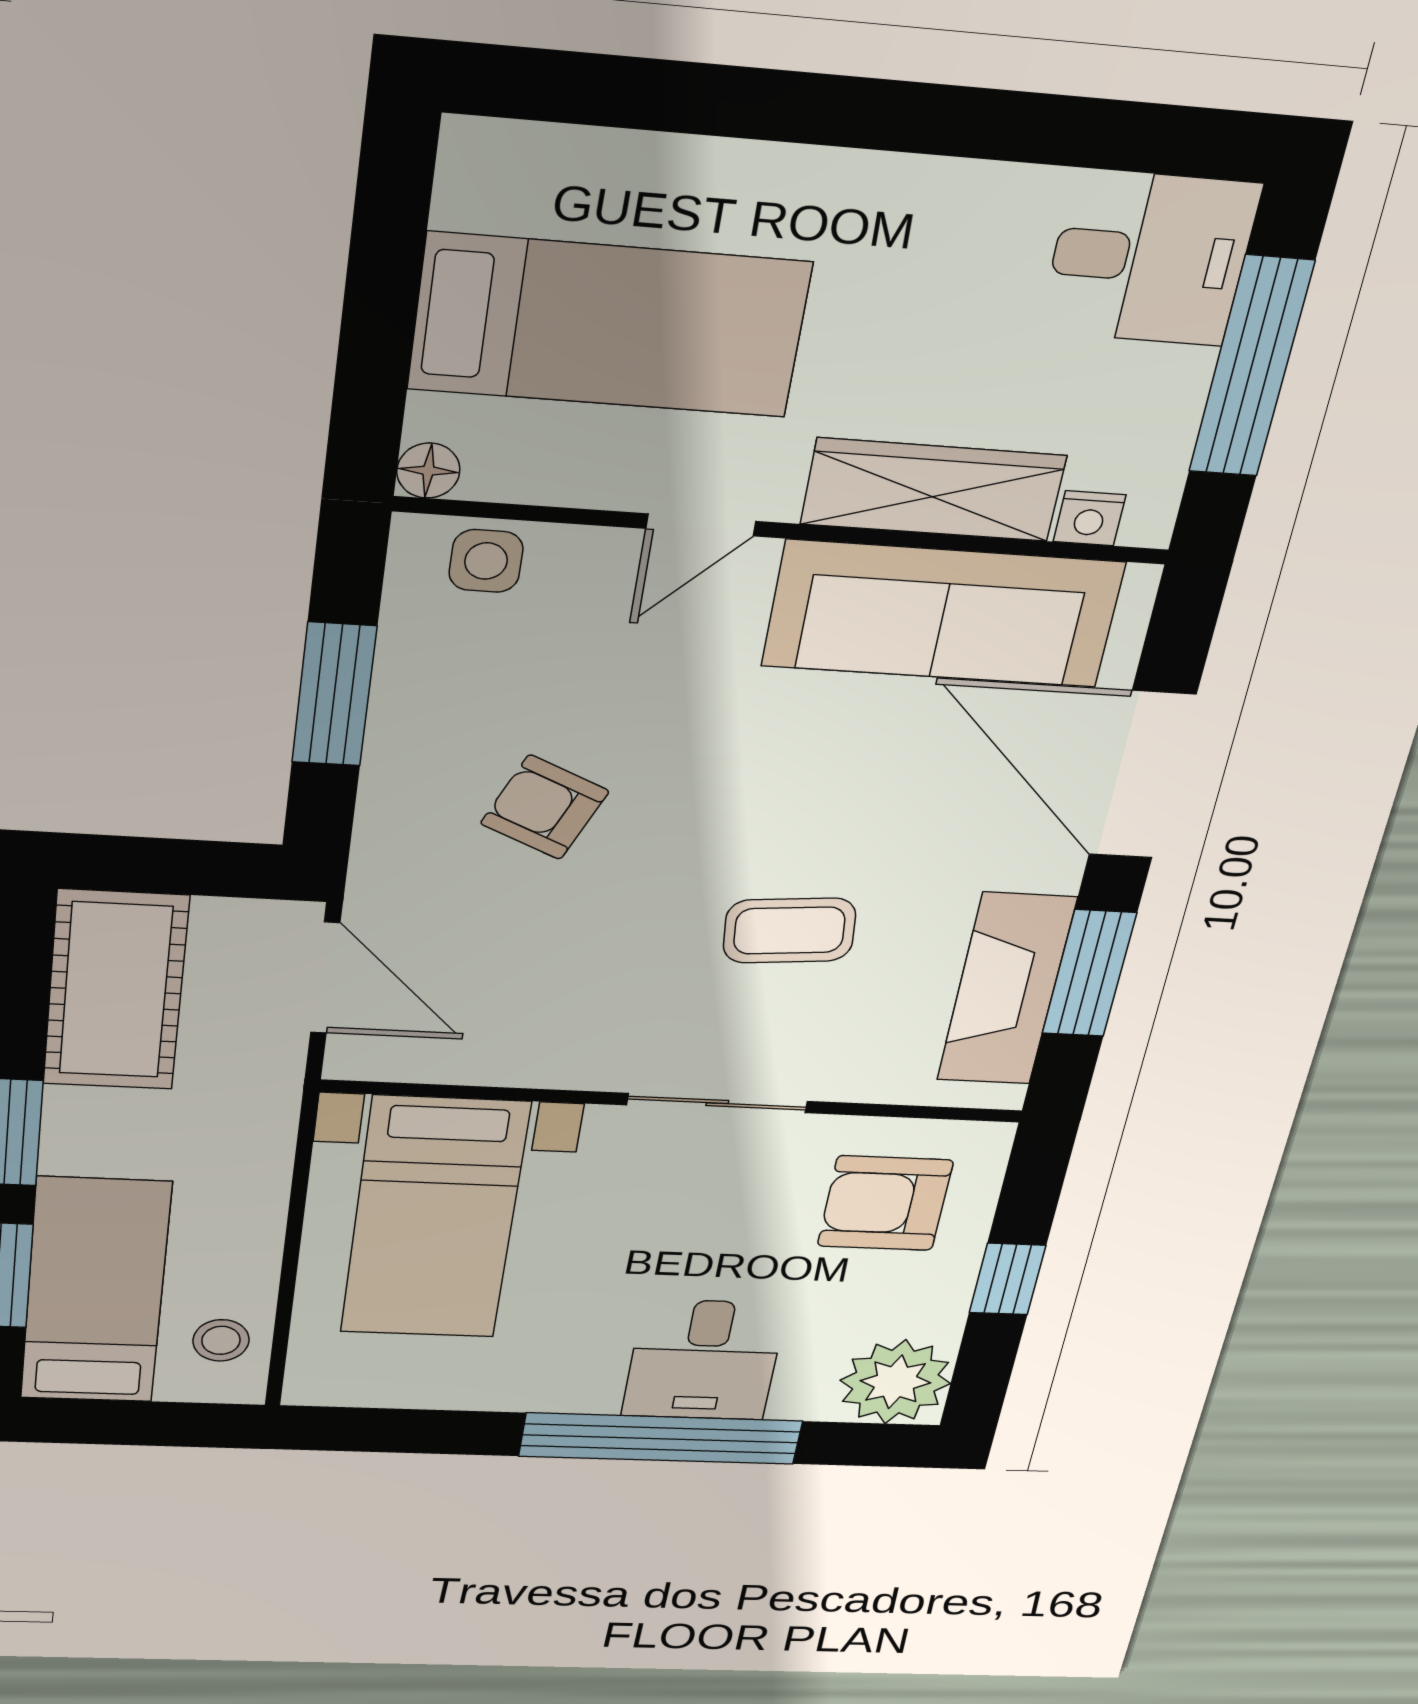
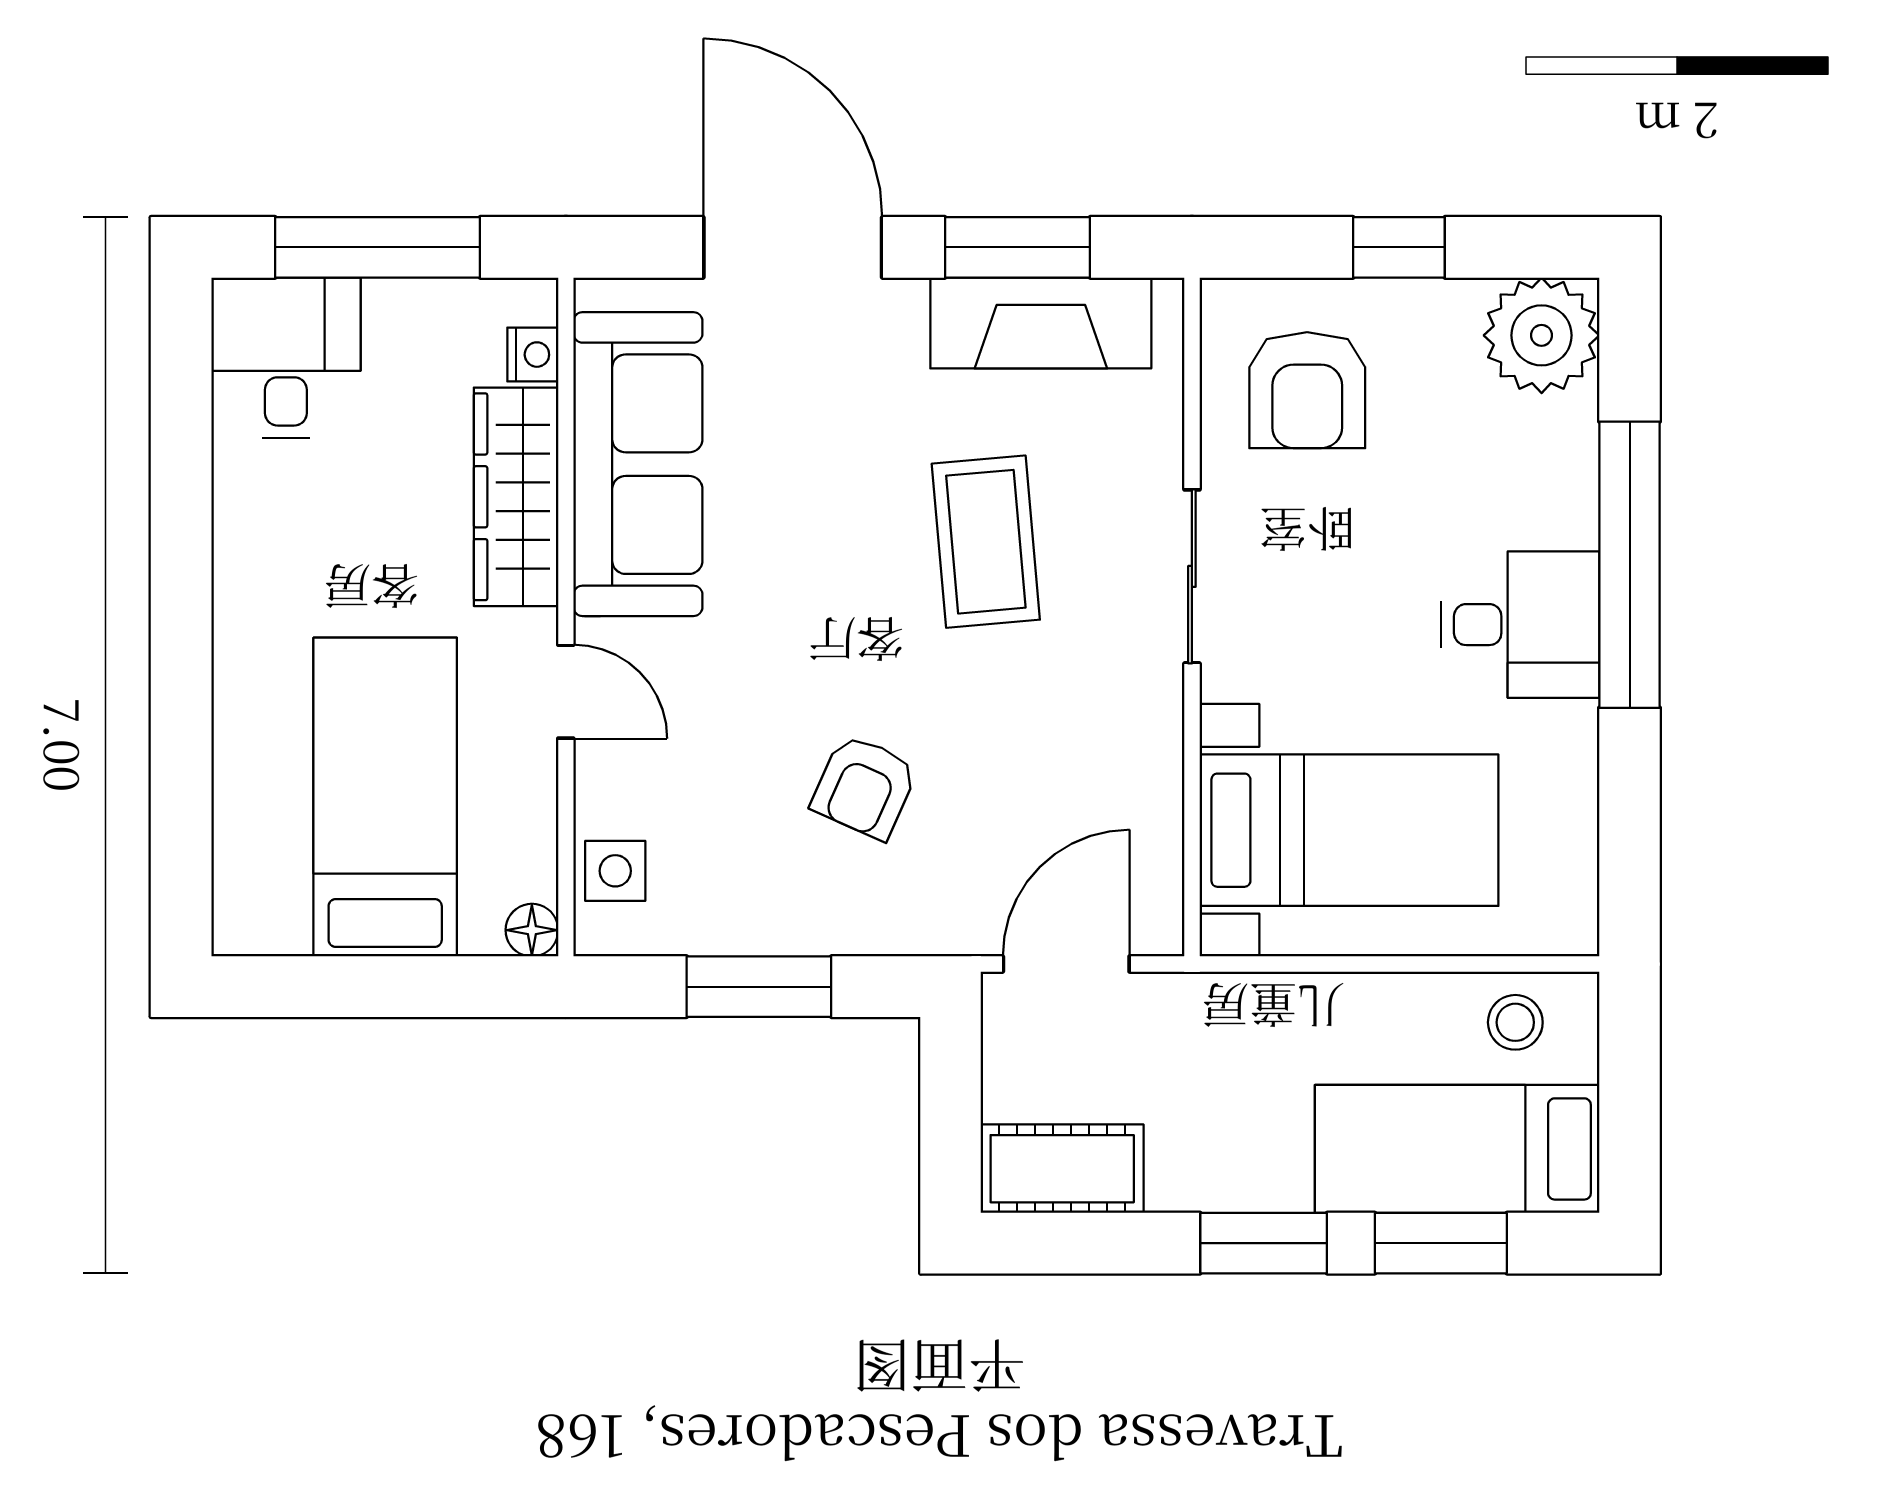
door: (1142, 775) -> (793, 247), swing flipped
coffee table: (789, 930) -> (986, 542), width x1.36, depth x1.30
cot: (116, 991) -> (1062, 1169), width x0.73, depth x0.75
desk: (704, 1360) -> (1520, 625), moved

